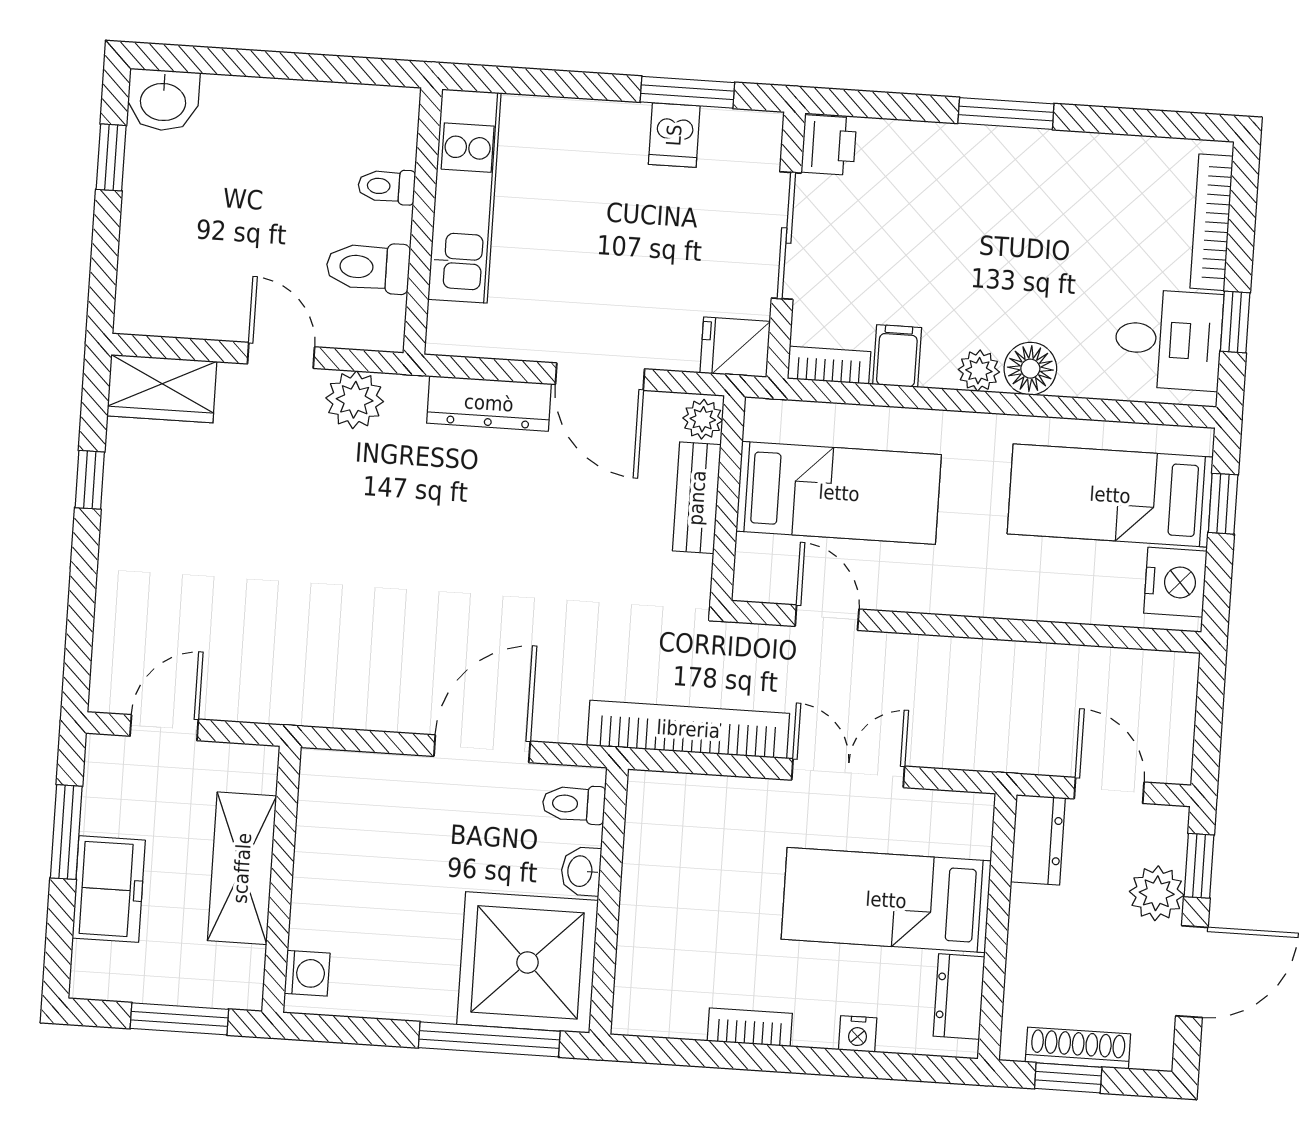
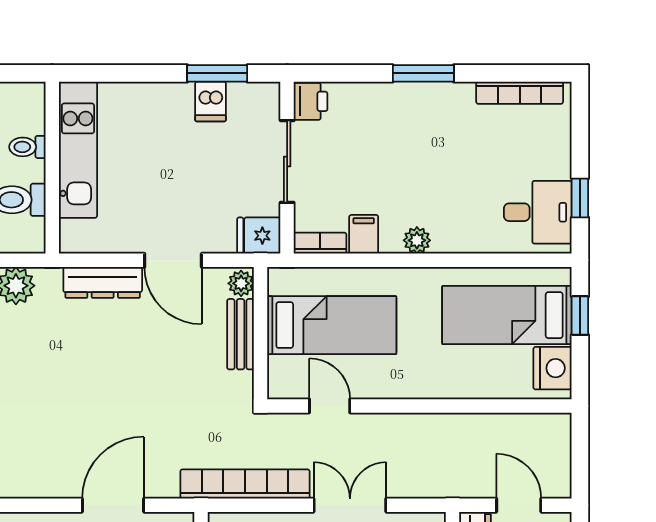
bookcase: (1212, 222) -> (520, 93), moved, turned -90
floor lamp: (1030, 369) -> (450, 237), removed

